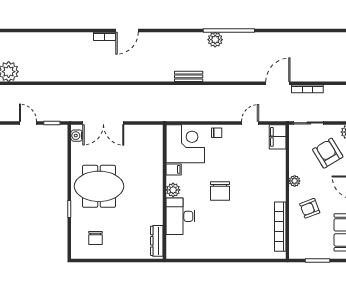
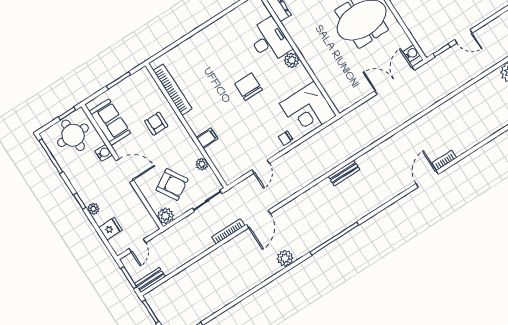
plant: (215, 40) -> (285, 258), moved
filing cabinet: (278, 137) -> (207, 138), moved, width x0.50
filing cabinet: (174, 169) -> (303, 79), removed
plant: (295, 181) -> (202, 164), moved
armchair: (310, 208) -> (156, 124), turned -69

